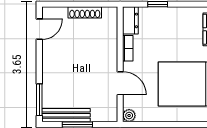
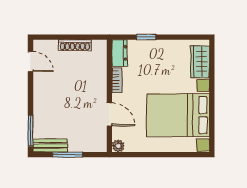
door: (39, 29) -> (30, 62), hinge flipped
bench: (66, 115) -> (50, 146), width x0.73

